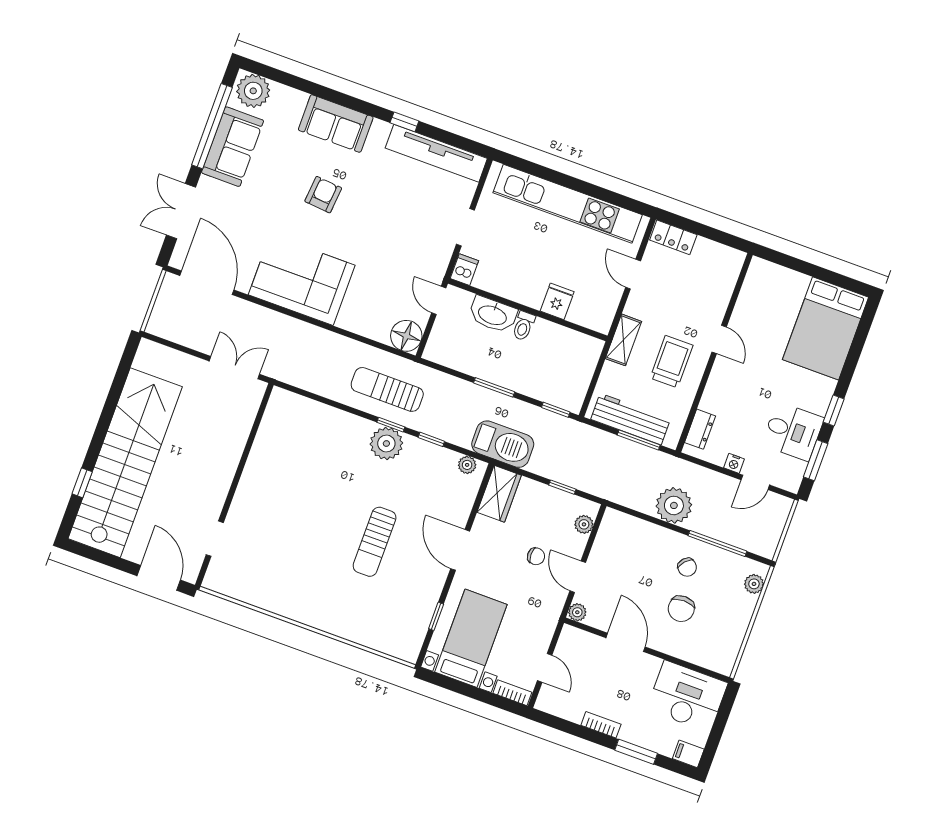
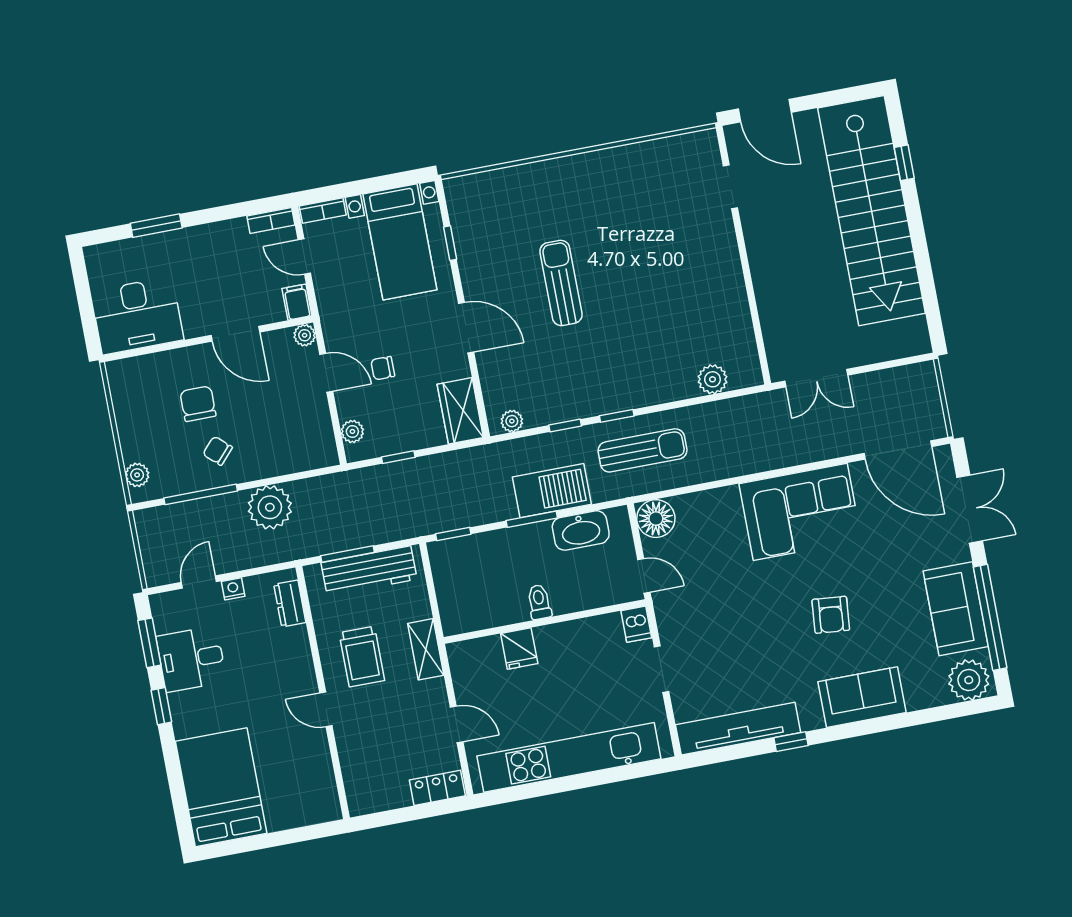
washbasin: (493, 315) -> (581, 530), moved, turned 180
plant: (386, 443) -> (712, 379), moved, width x0.73, depth x0.73
barbecue: (503, 444) -> (552, 491), moved, turned 180
bookcase: (601, 725) -> (271, 220), moved
filing cabinet: (688, 754) -> (297, 302), moved, turned -90

